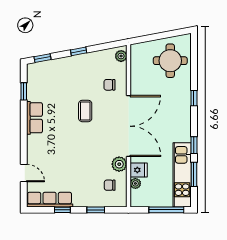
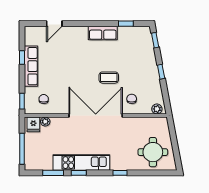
double door: (128, 126) -> (96, 115), swing flipped
plant: (119, 164) -> (62, 107), removed
fridge: (139, 170) -> (33, 124), moved
kitchen unit: (182, 175) -> (81, 163), moved
row of seats: (50, 200) -> (31, 66), moved
window: (96, 210) -> (22, 101), moved

